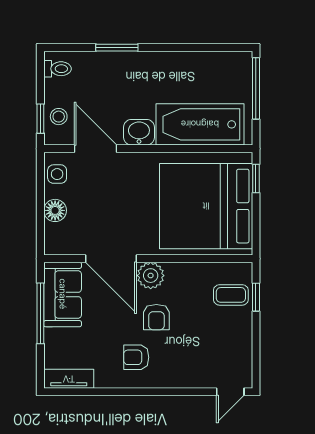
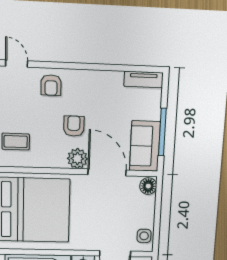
floor lamp: (55, 210) -> (148, 186), moved
armchair: (136, 357) -> (51, 85), moved, turned 90
door: (230, 392) -> (17, 63), hinge flipped

